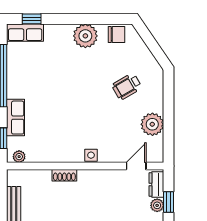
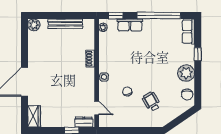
window: (32, 19) -> (198, 54), moved
chair: (112, 121) -> (127, 91), added
plant: (152, 124) -> (125, 119), removed
plant: (157, 205) -> (69, 122), removed

